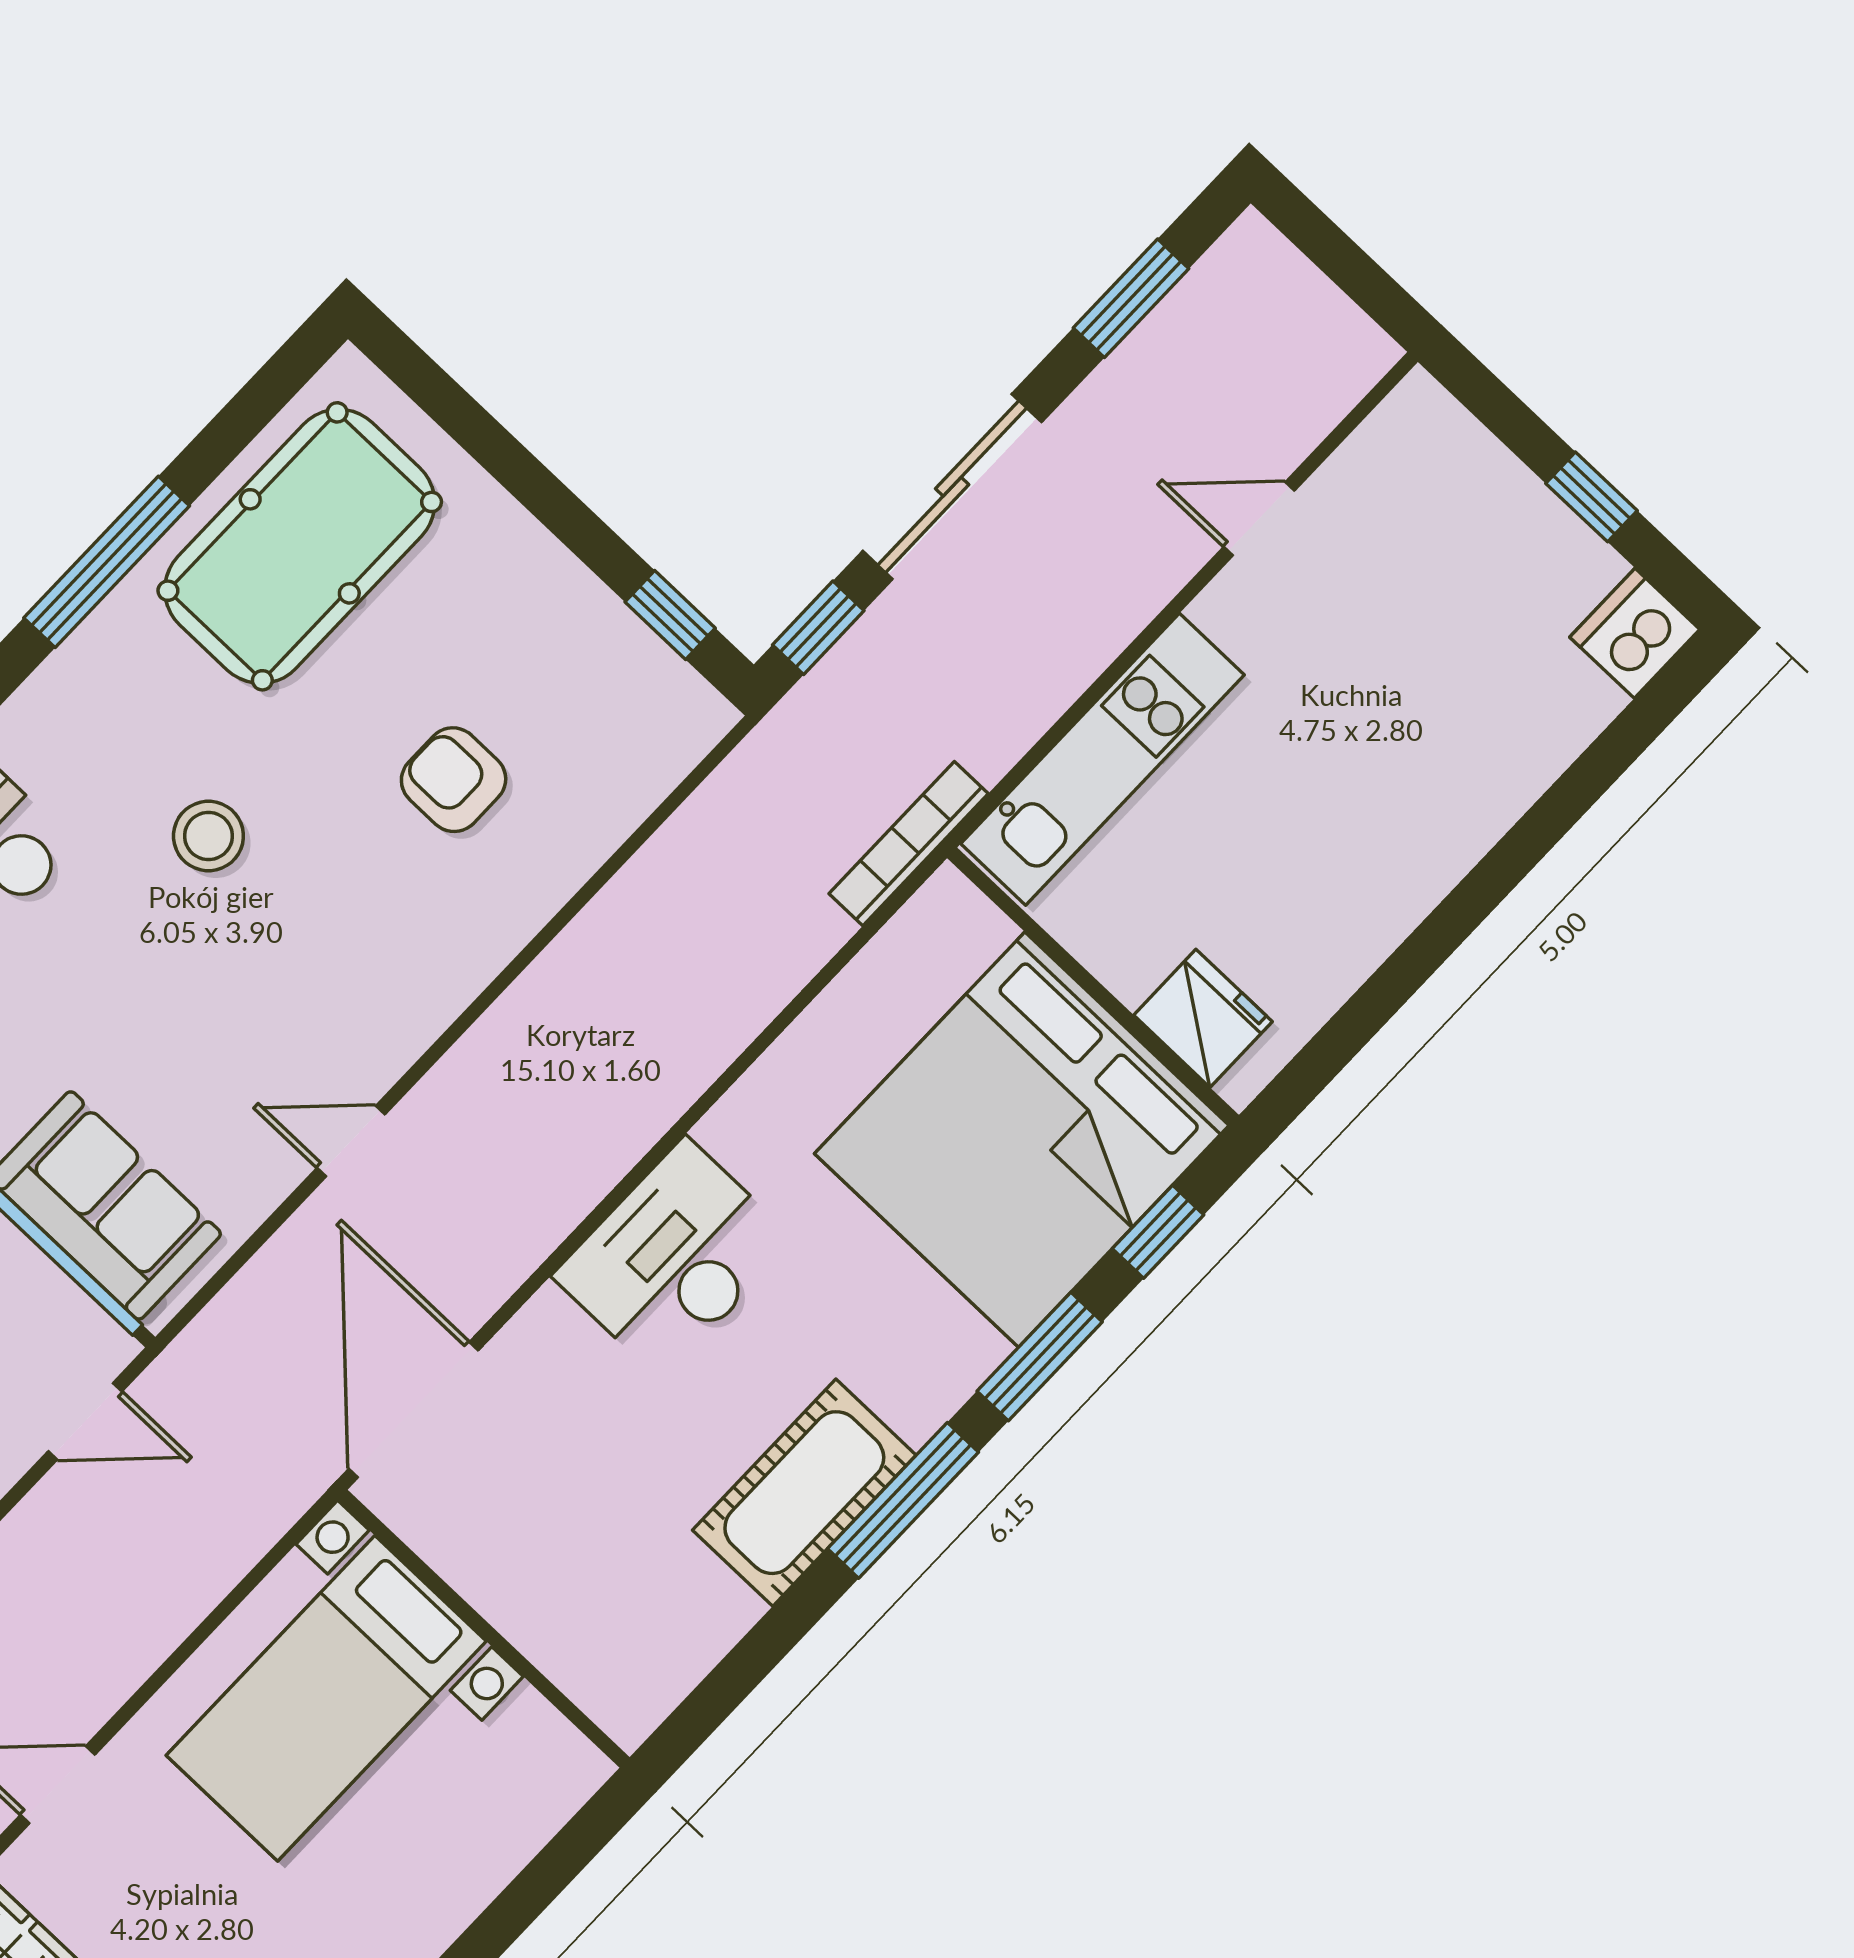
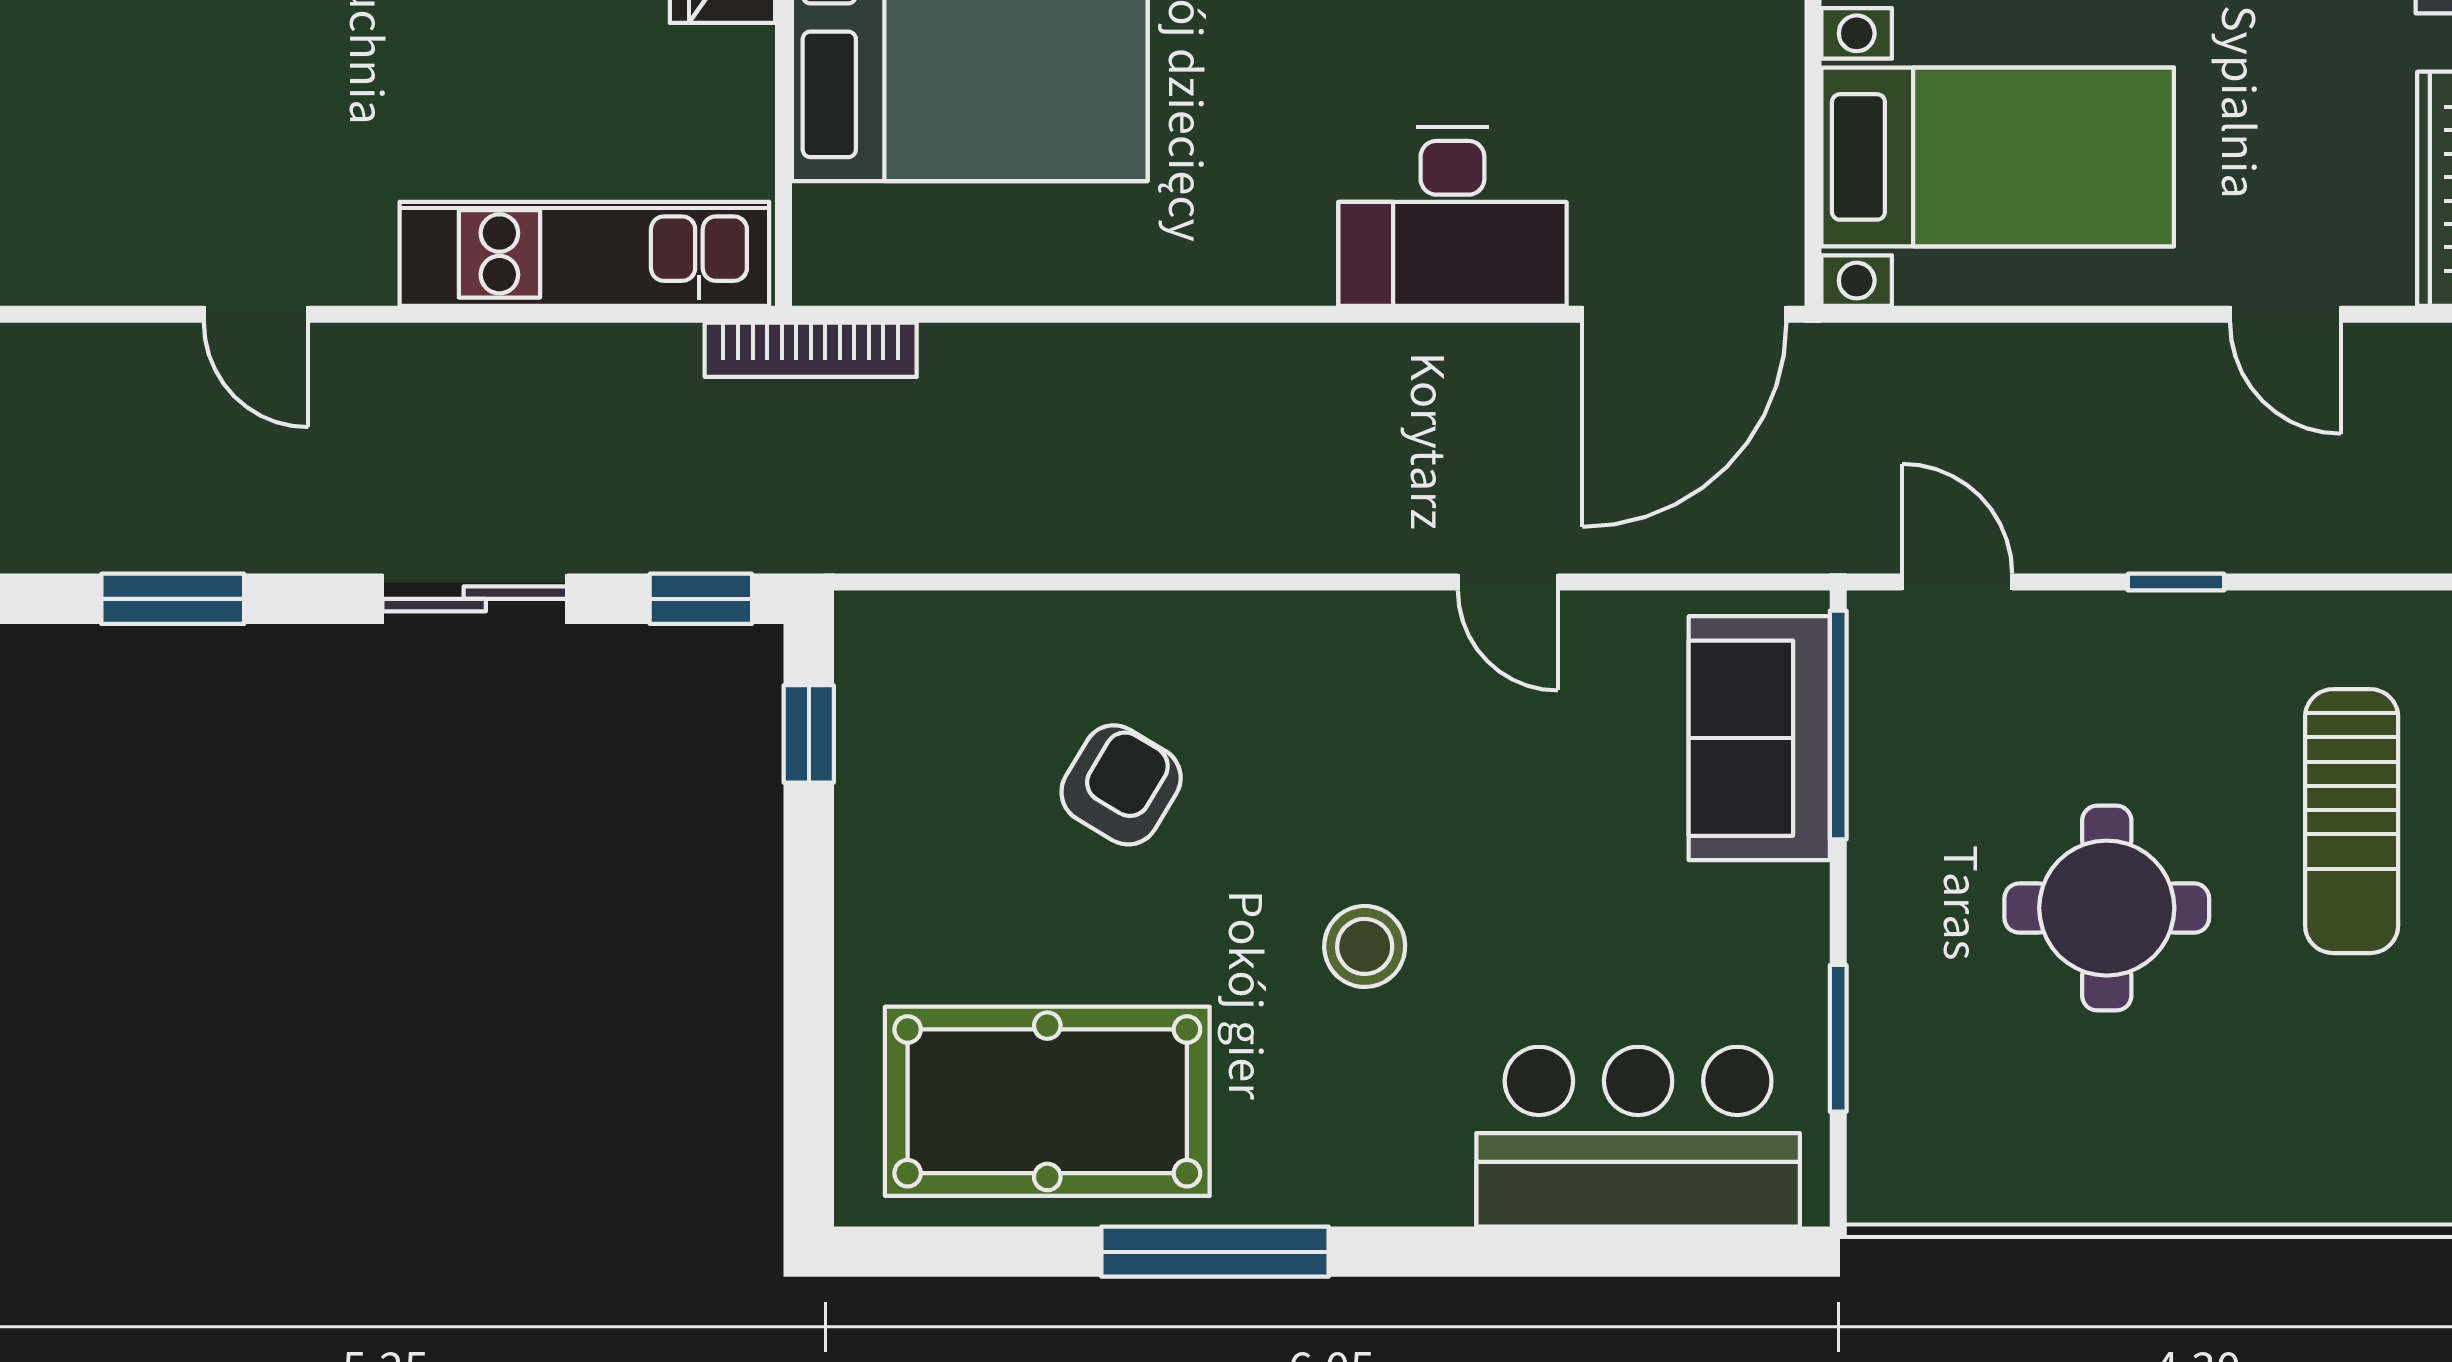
sliding door: (952, 487) -> (475, 599), width x0.73
armchair: (454, 780) -> (1121, 785), turned -149
desk: (674, 1258) -> (1452, 216), moved

